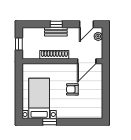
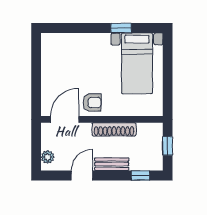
window: (56, 24) -> (140, 175), moved
door: (86, 24) -> (82, 175), moved
armchair: (72, 89) -> (92, 103), moved

